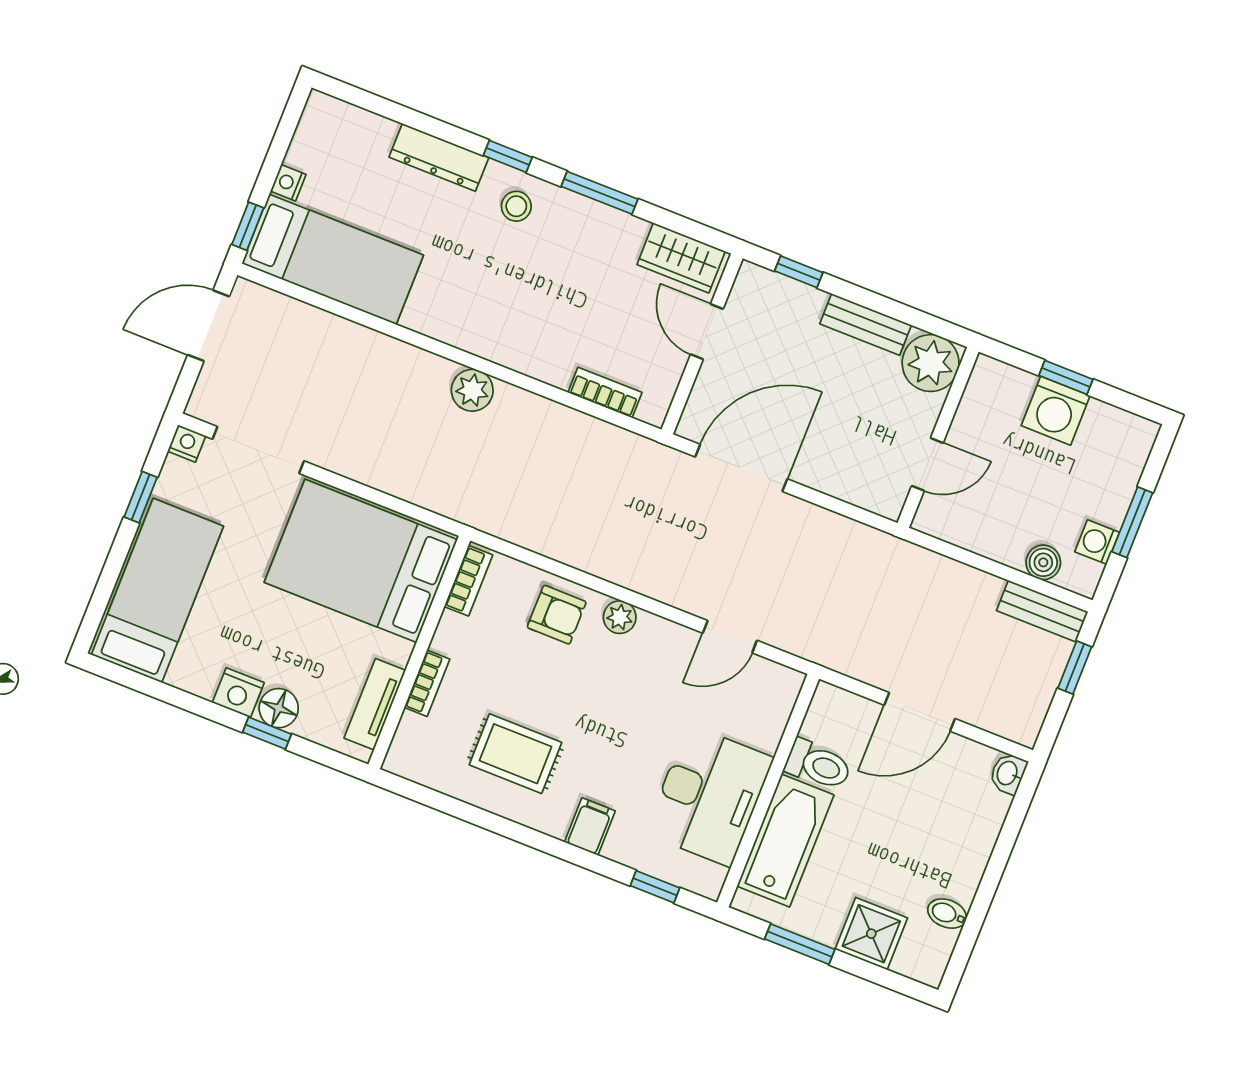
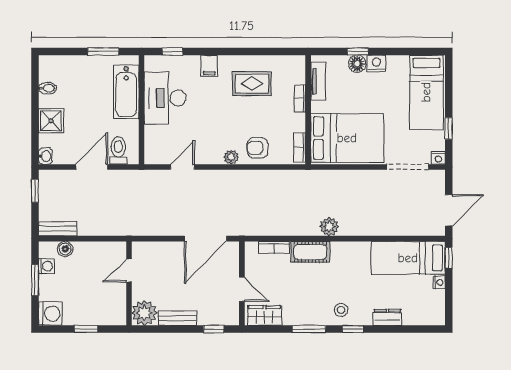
dresser: (439, 157) -> (387, 317), width x0.70
cot: (533, 353) -> (310, 252), added
washing machine: (1056, 411) -> (50, 314), moved, turned 90
window: (1075, 667) -> (35, 191), moved
toilet: (818, 765) -> (118, 151), moved, turned 90
shower: (871, 934) -> (51, 121), moved

